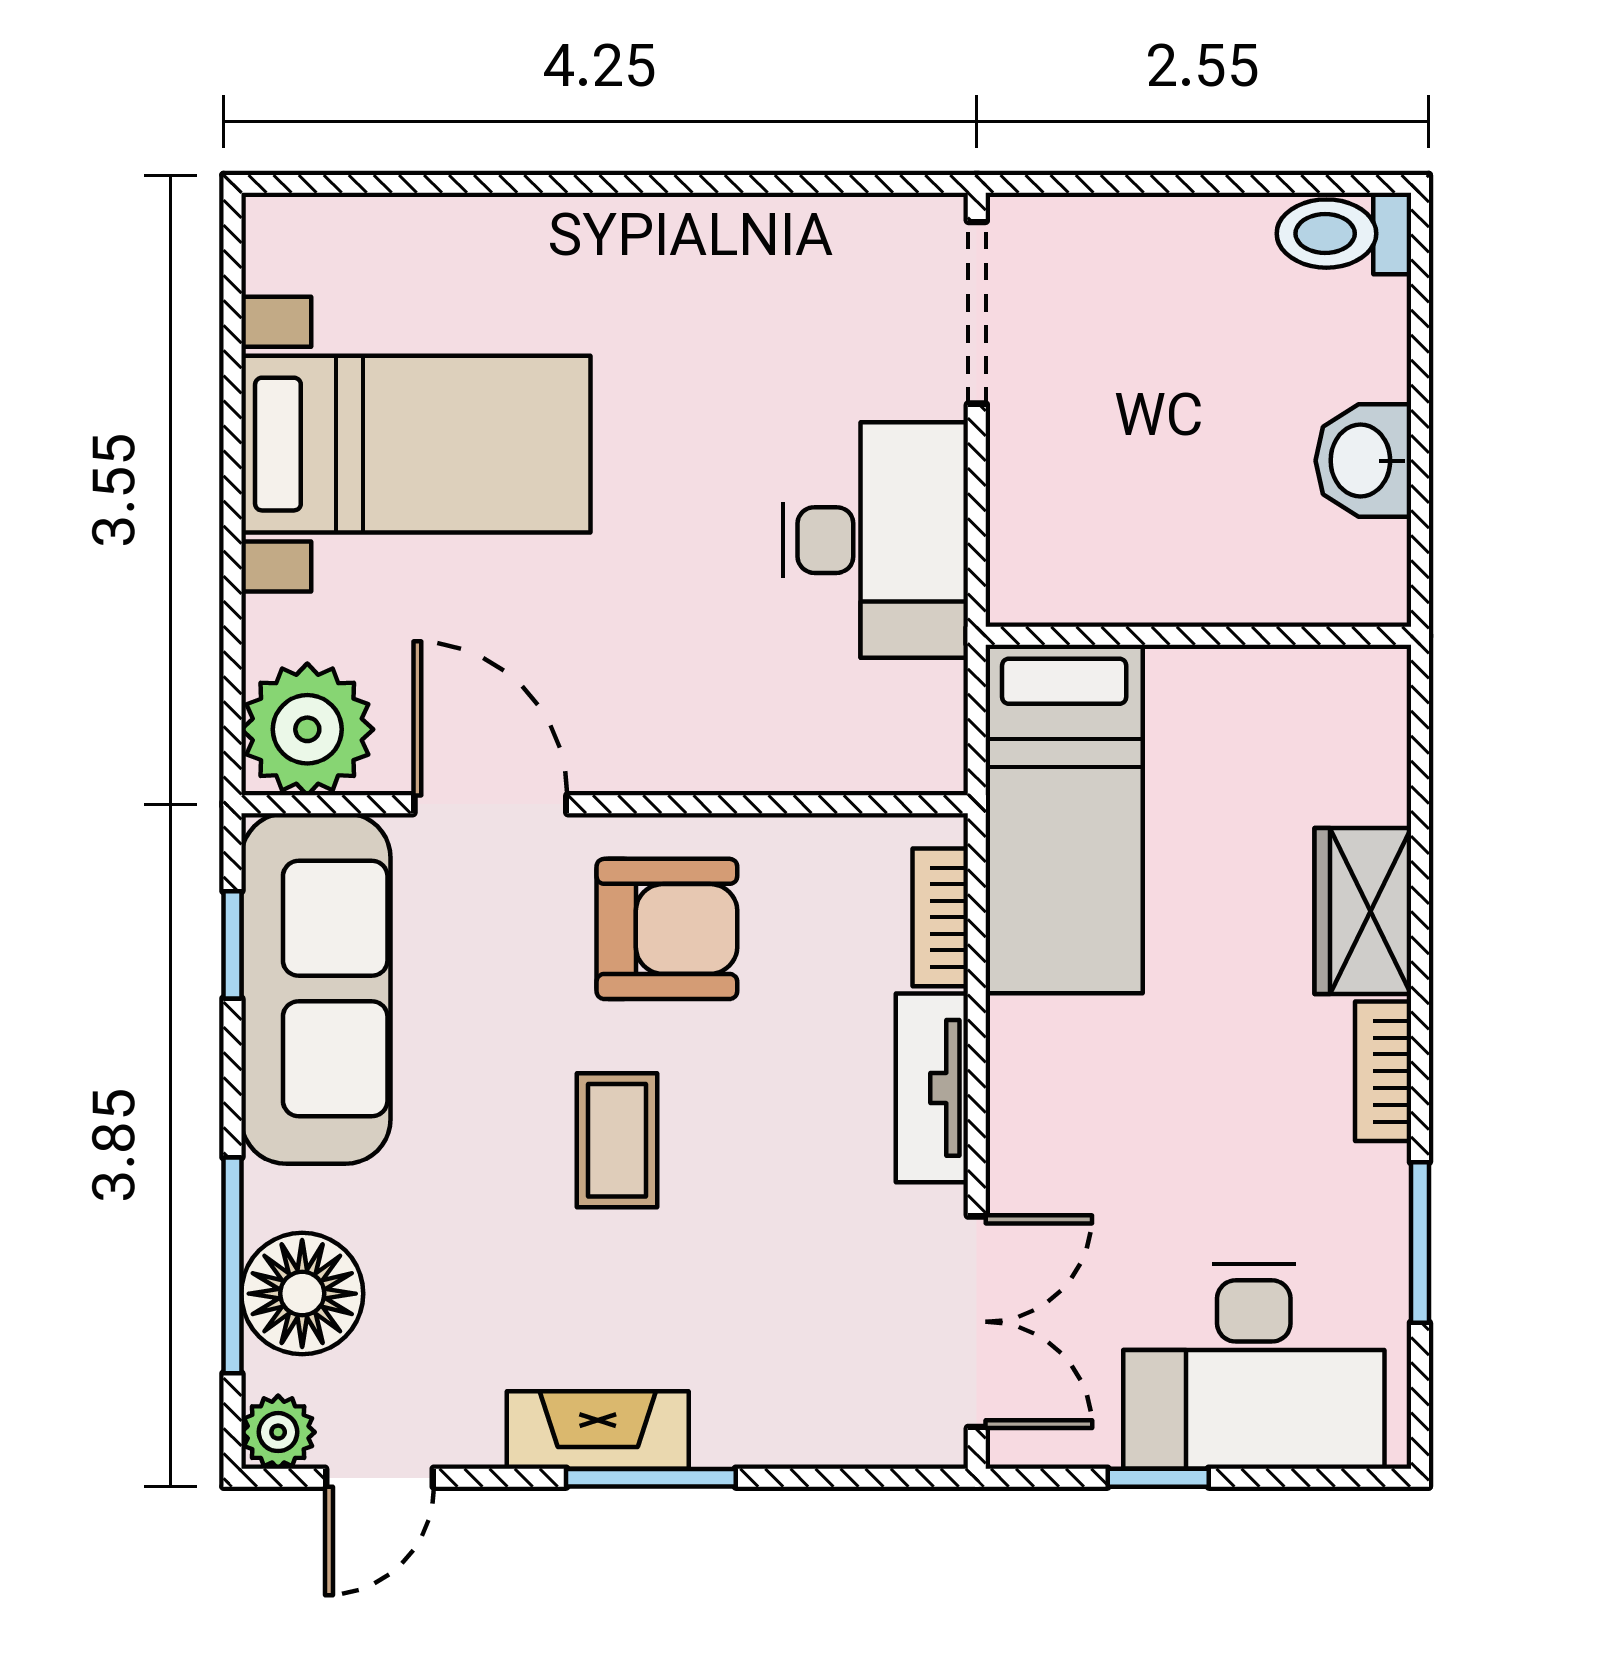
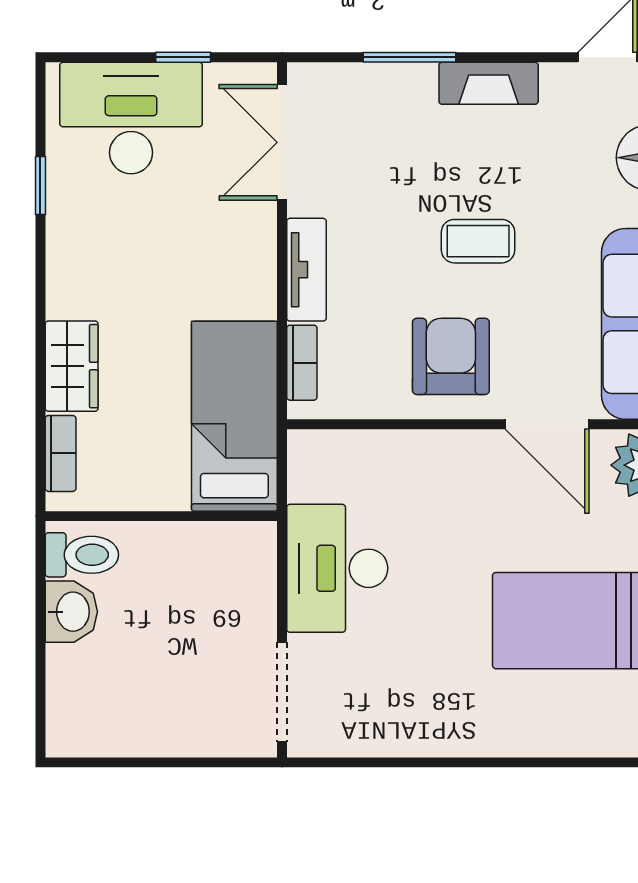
toilet: (1344, 234) -> (82, 555), moved
armchair: (667, 929) -> (451, 356), turned 90
bookcase: (1383, 1071) -> (61, 453), moved
coffee table: (617, 1140) -> (478, 241), turned 90
window: (1420, 1242) -> (40, 185), width x0.67
window: (651, 1478) -> (409, 57), moved

